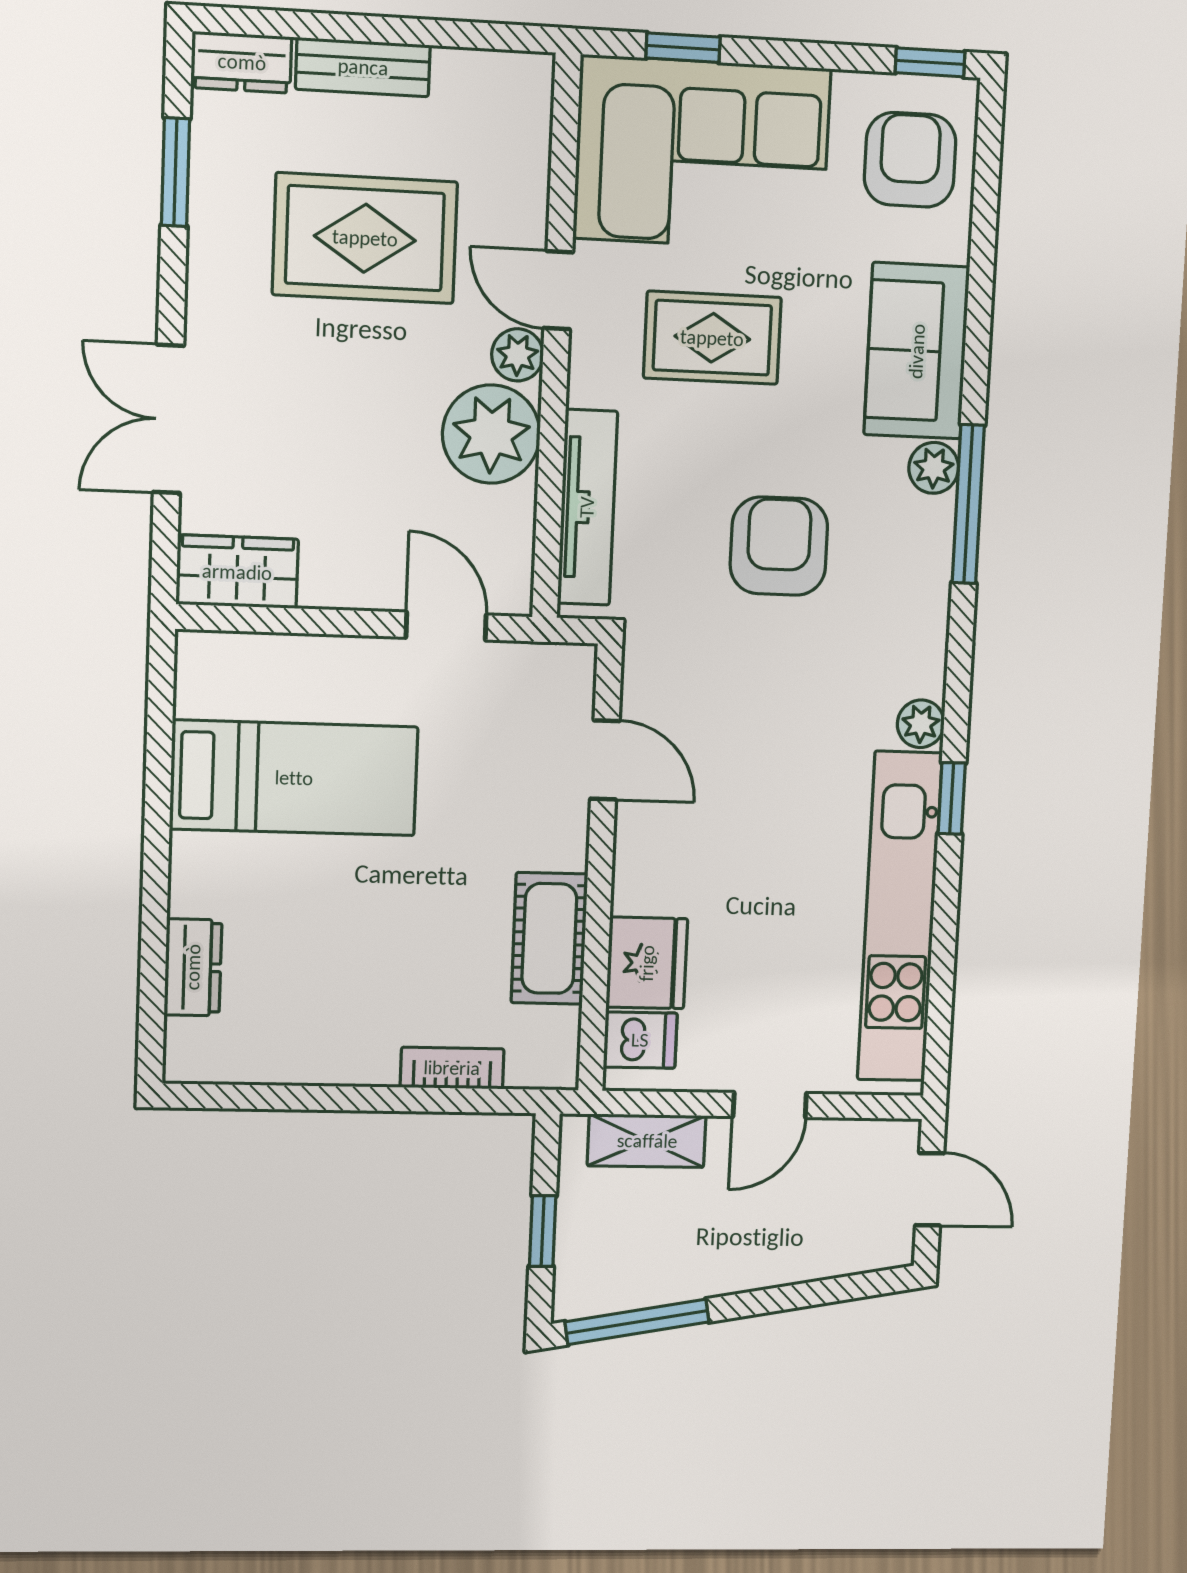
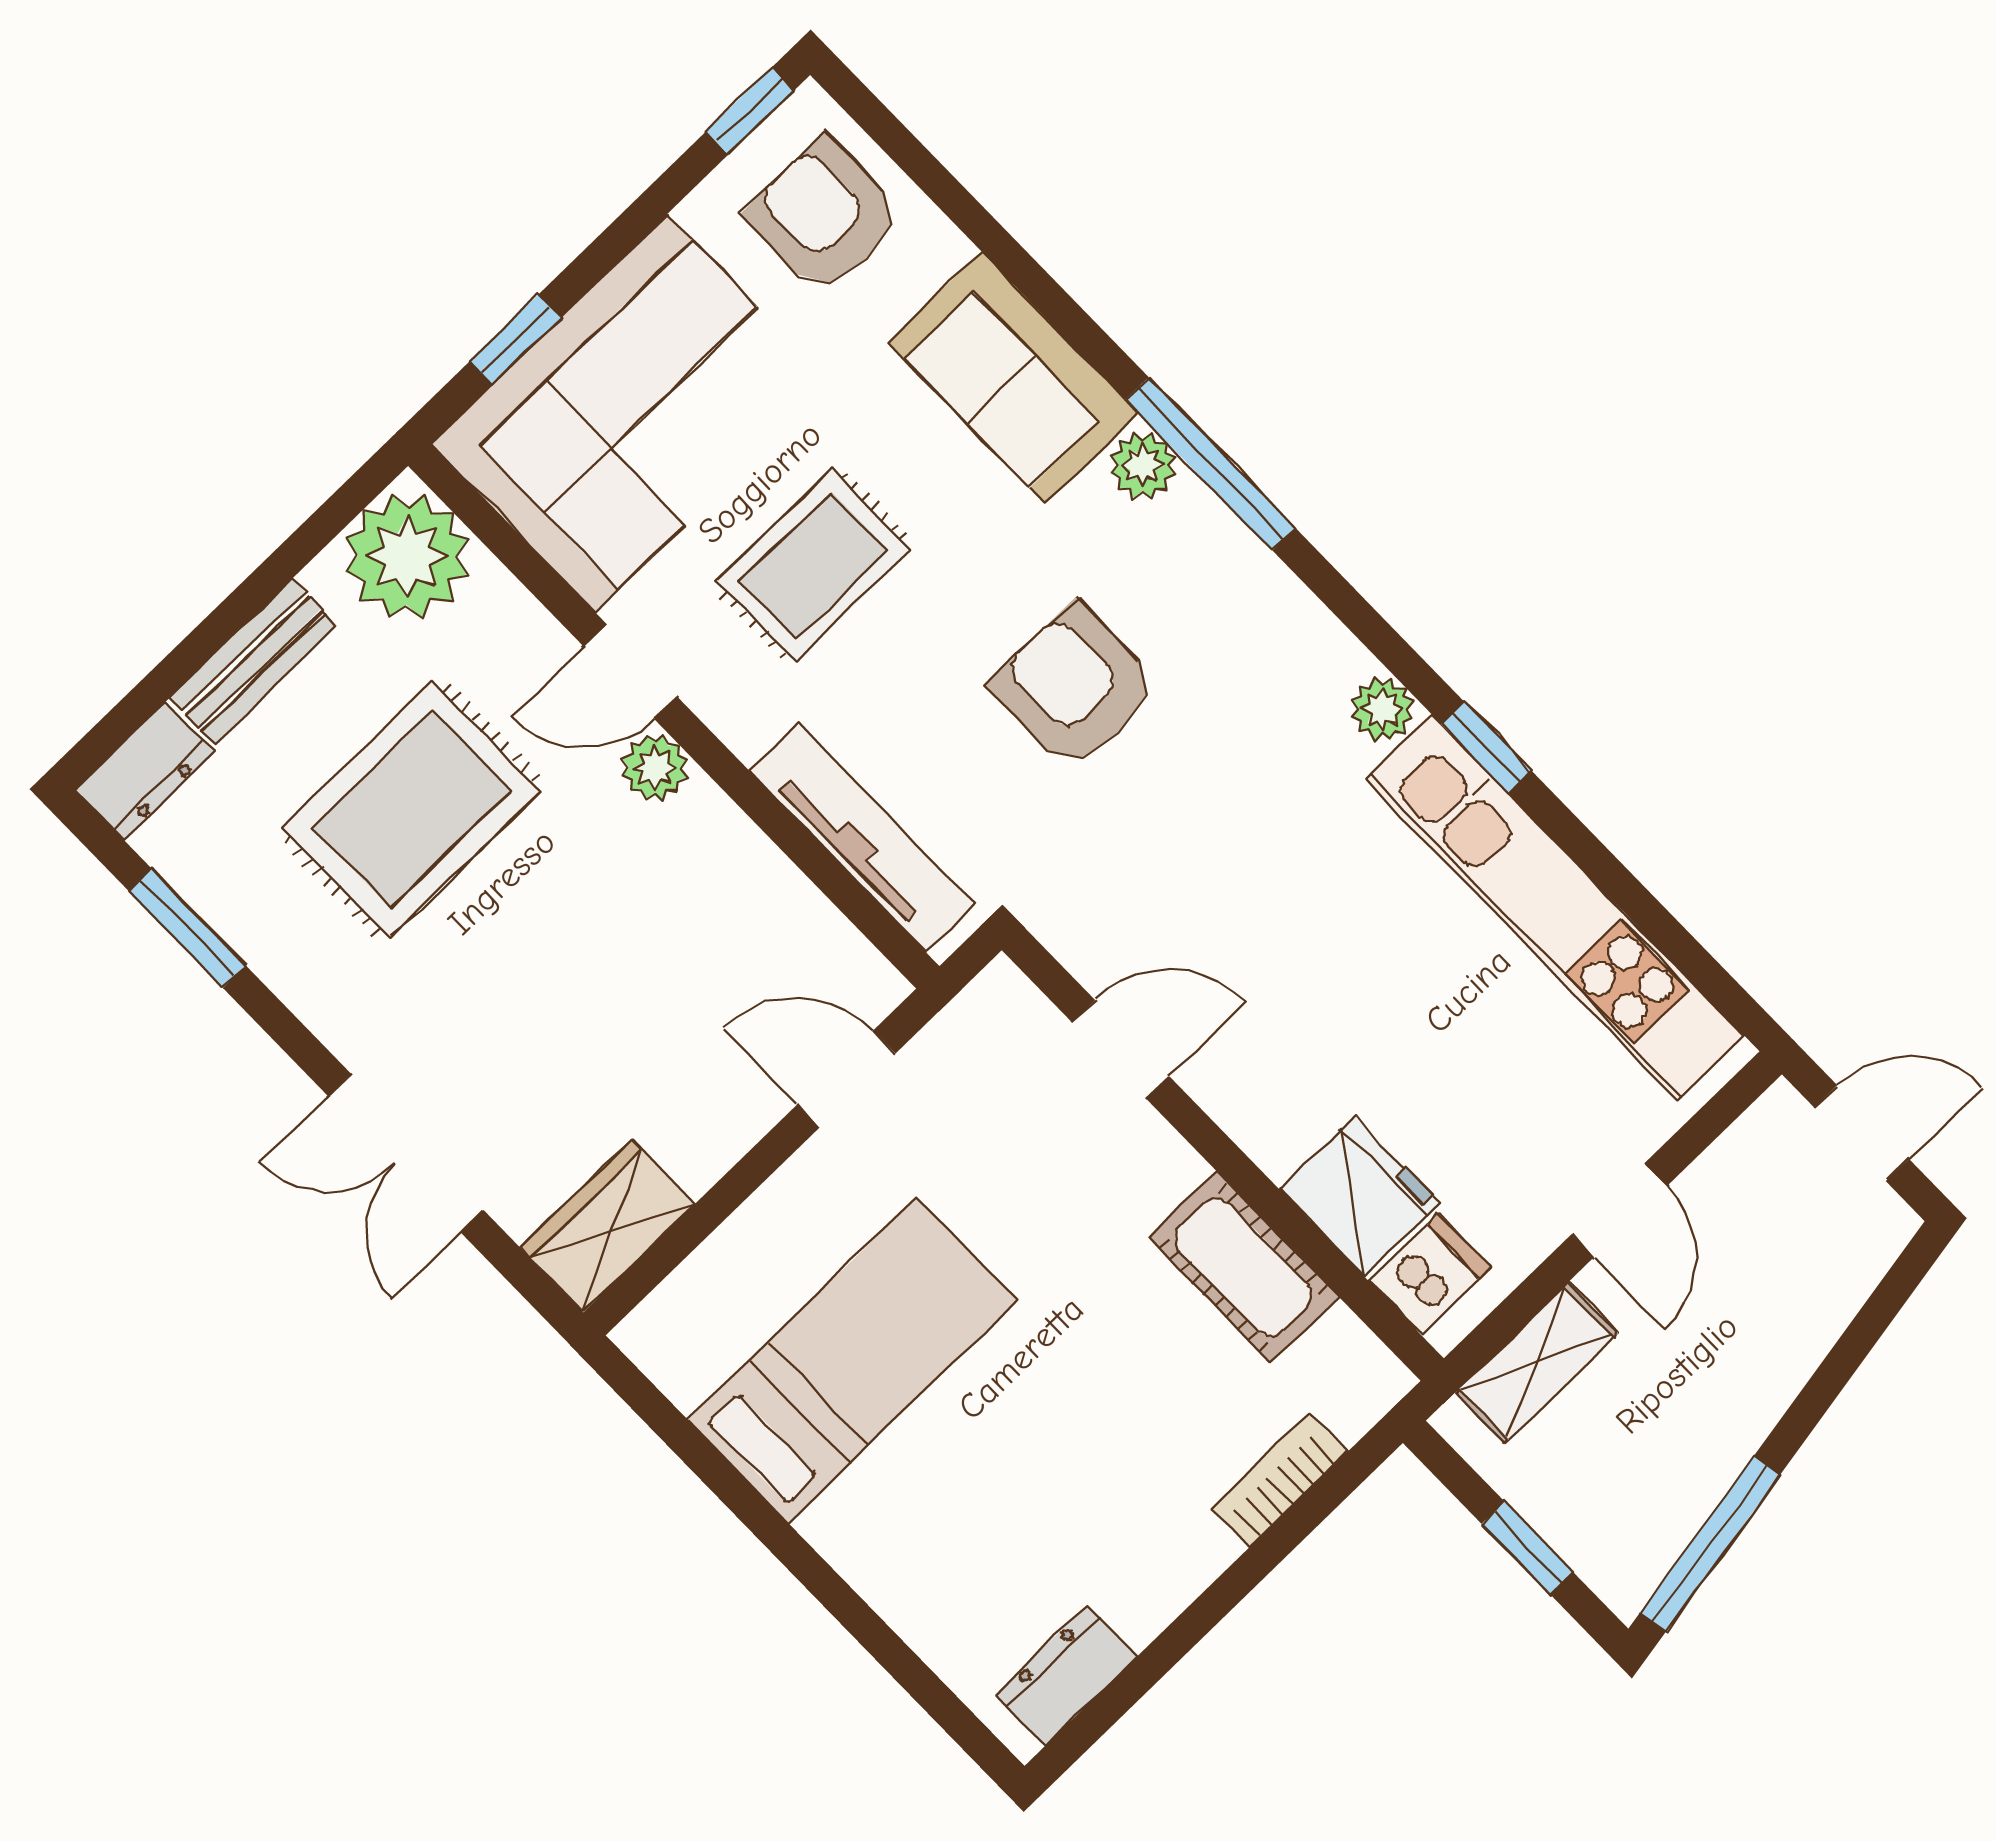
plant: (491, 434) -> (407, 556), moved
dresser: (193, 967) -> (1066, 1675), moved, turned -90

